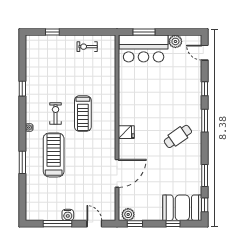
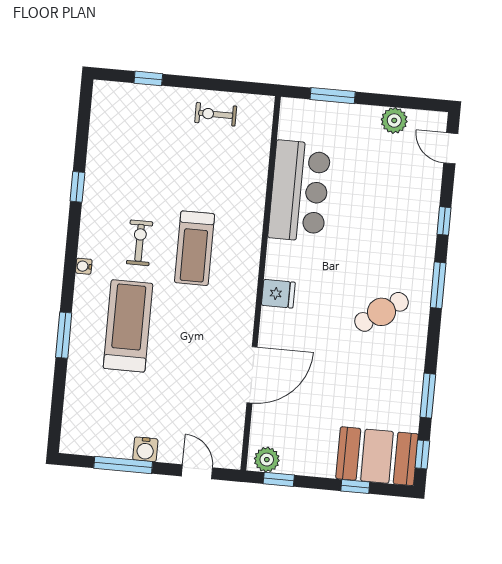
bar counter: (144, 48) -> (299, 191), moved, turned -90

